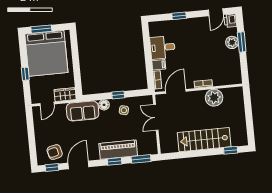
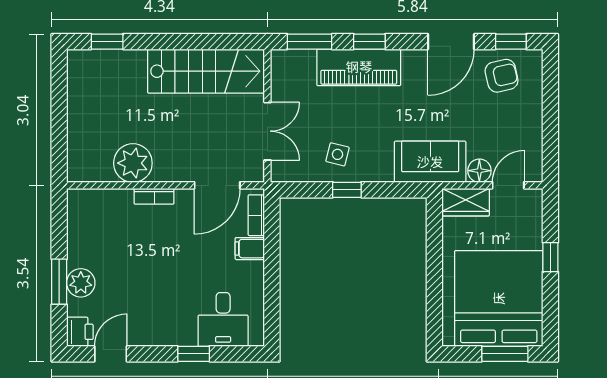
desk: (163, 47) -> (223, 319), moved, turned 90
floor lamp: (104, 105) -> (479, 171), moved
stairs: (204, 140) -> (206, 71), moved

